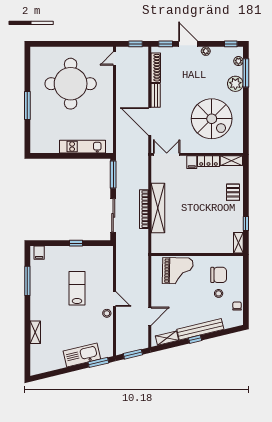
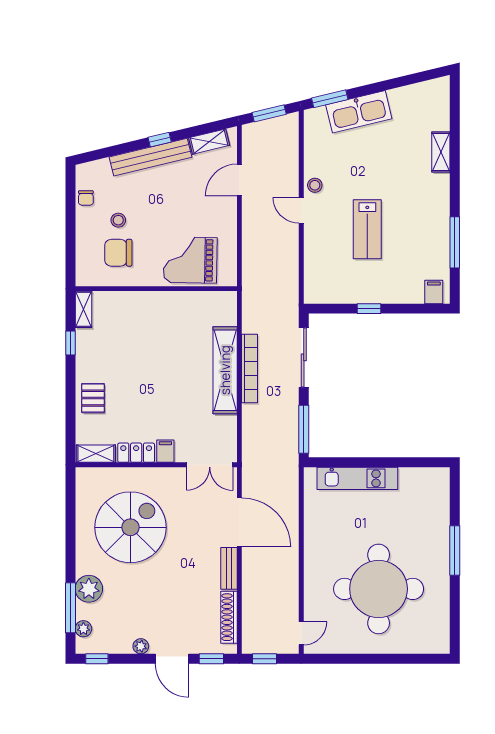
spiral stairs: (212, 119) -> (130, 527), turned 90

